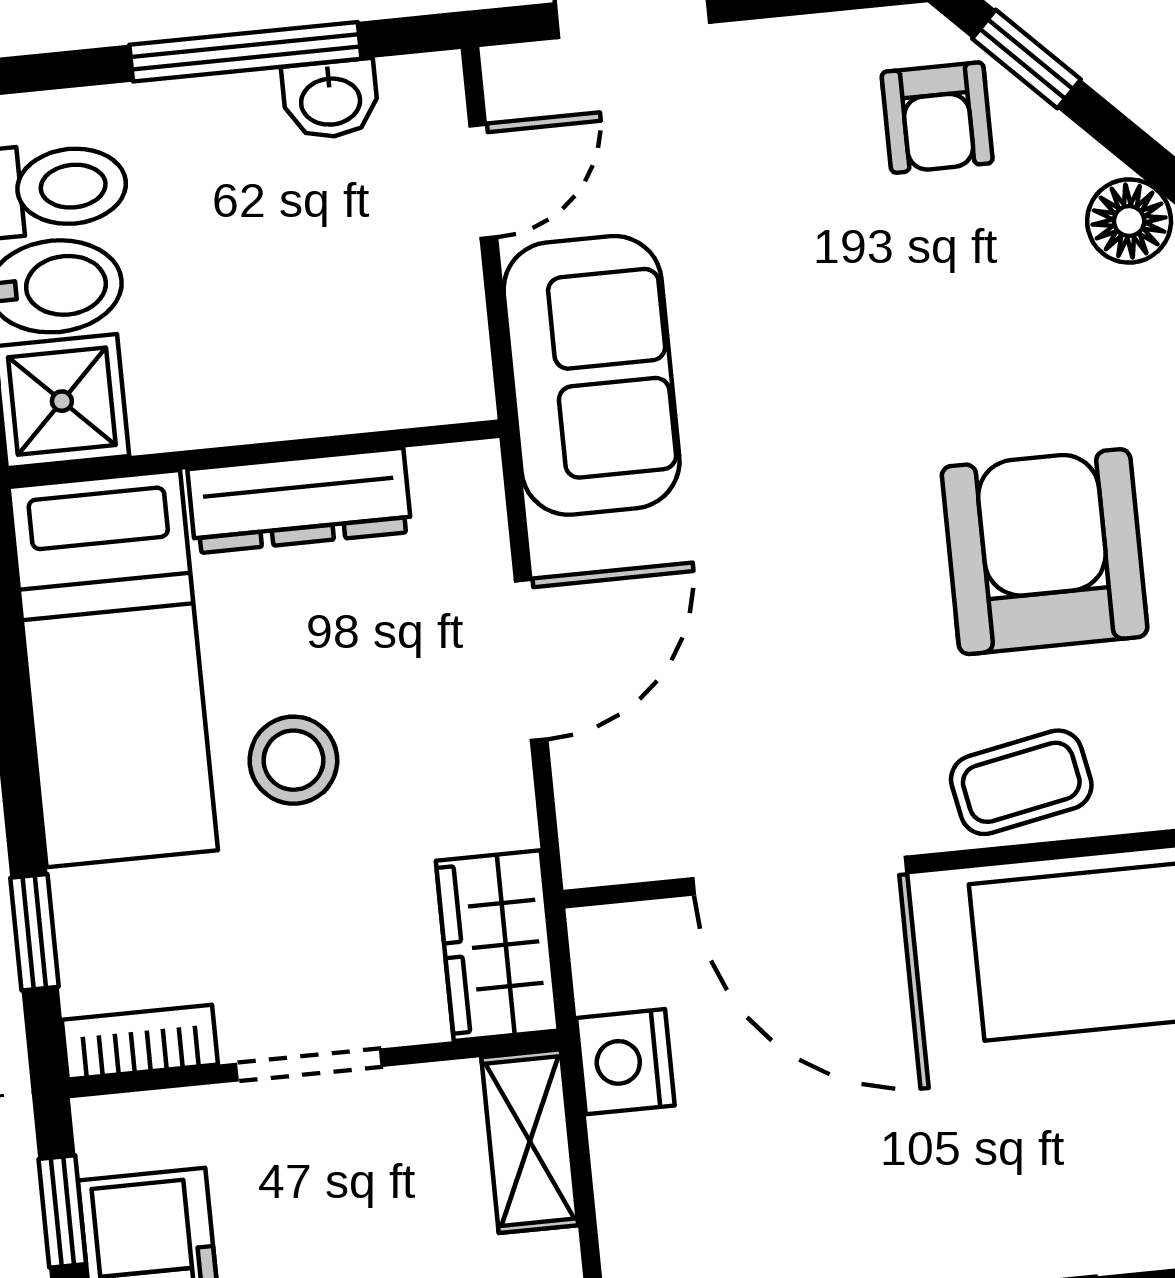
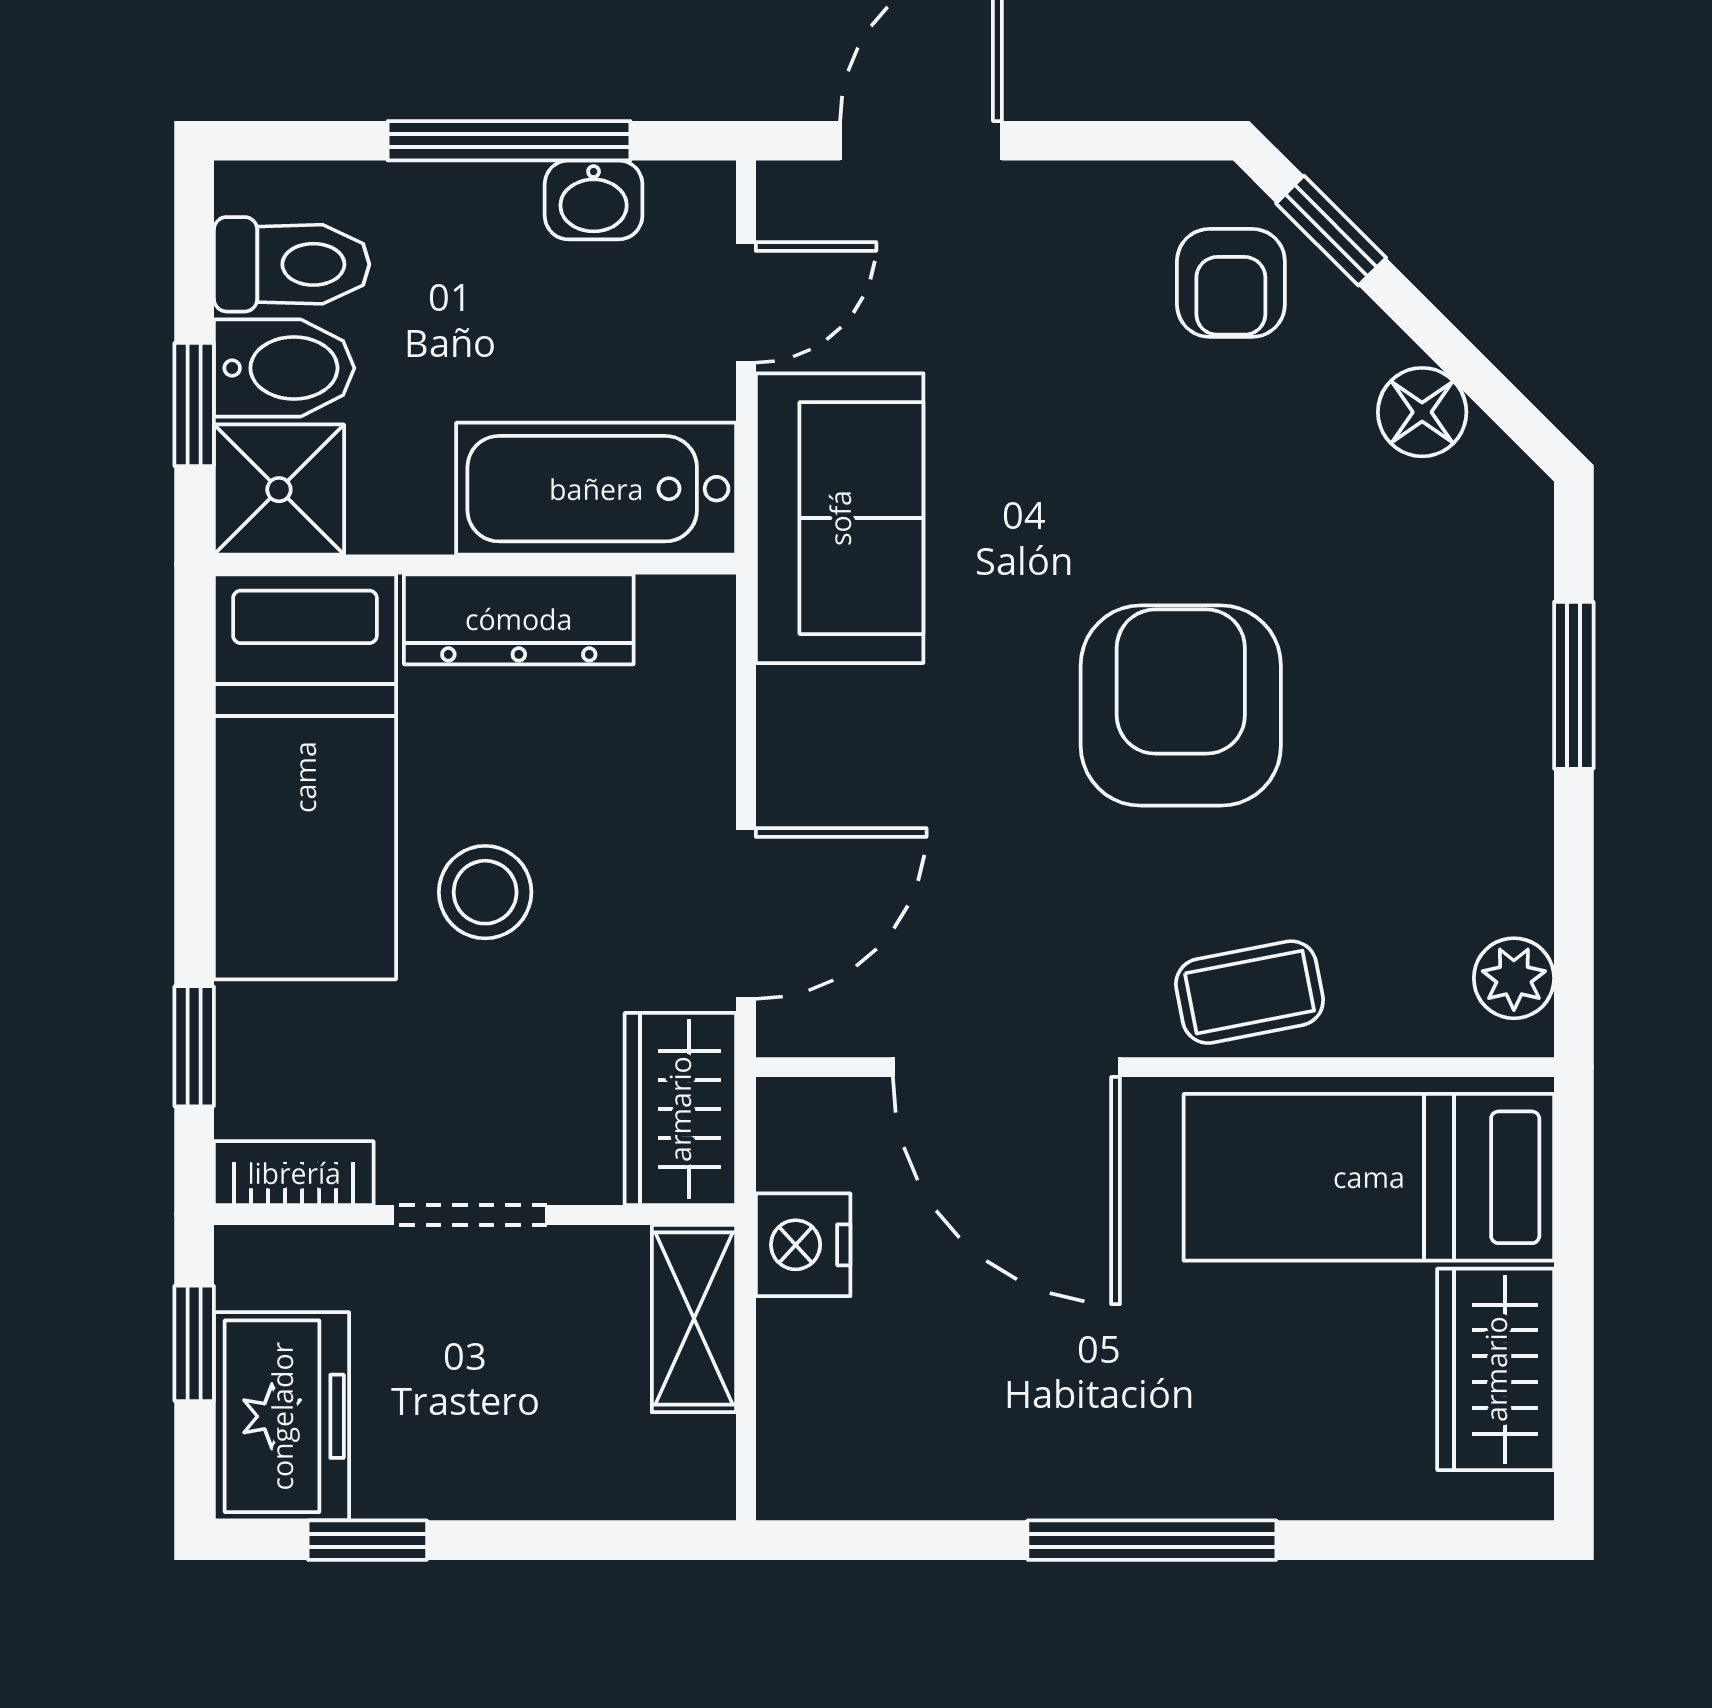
bathtub: (360, 371) -> (596, 489), added
armchair: (1045, 552) -> (1181, 706), moved
door: (531, 660) -> (746, 913), moved

